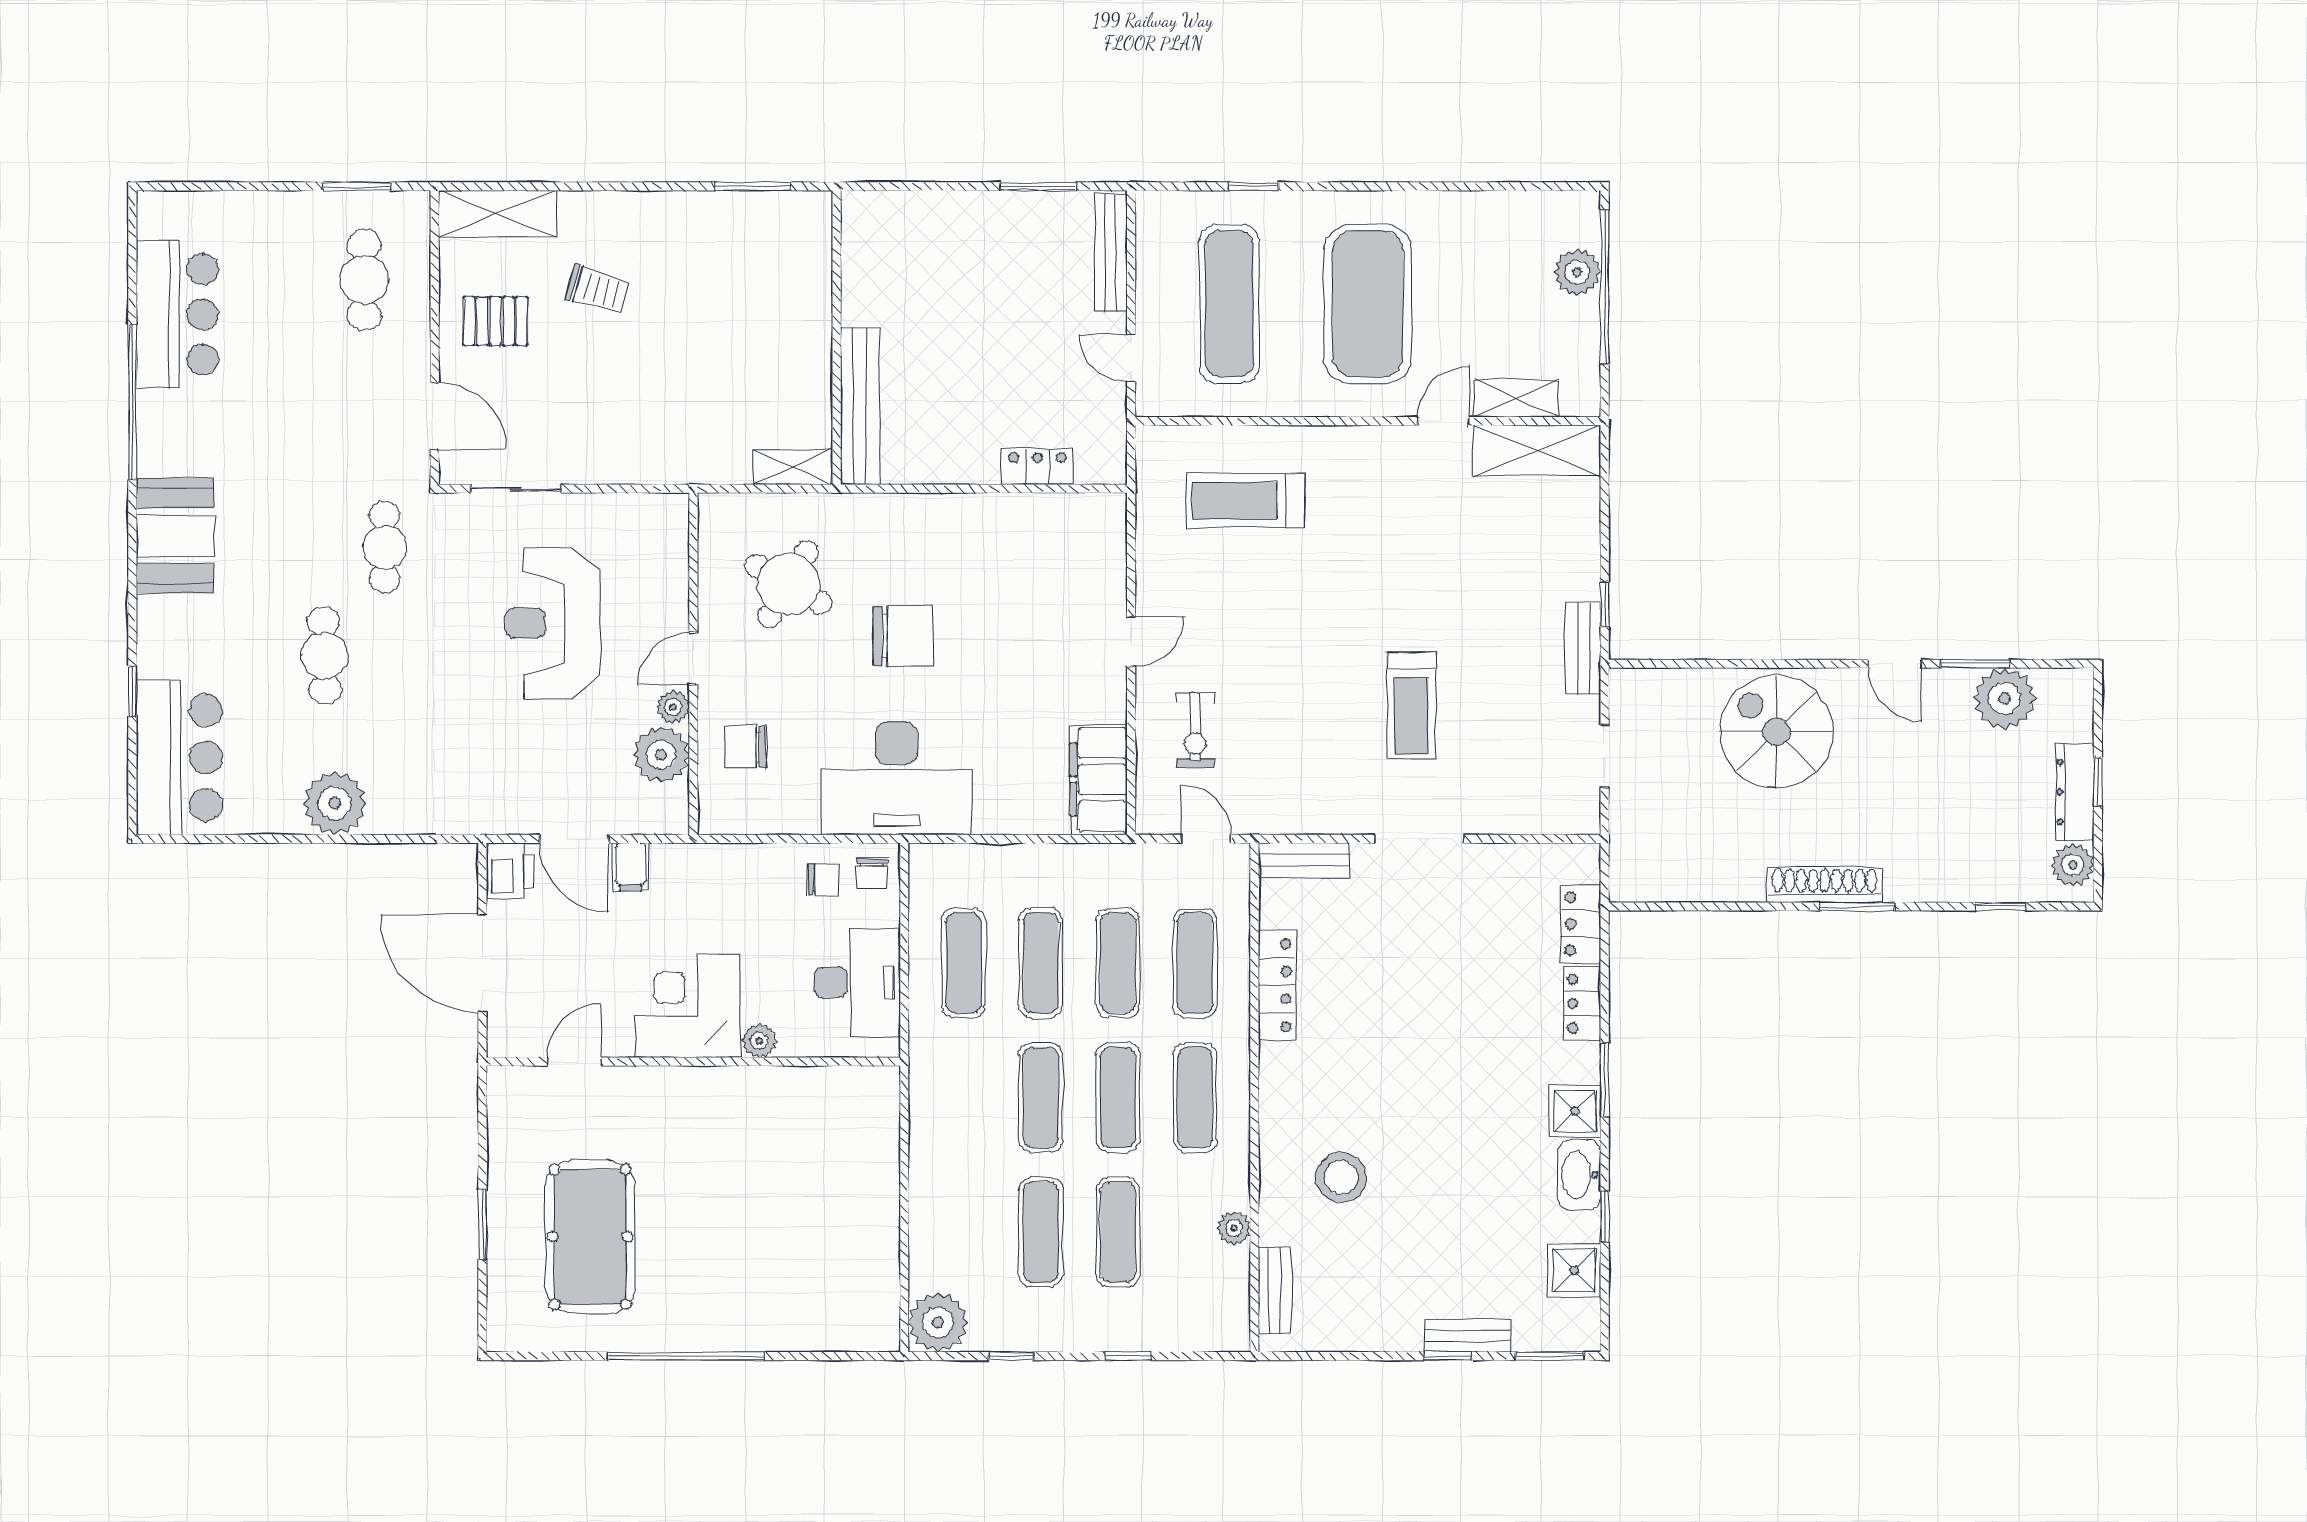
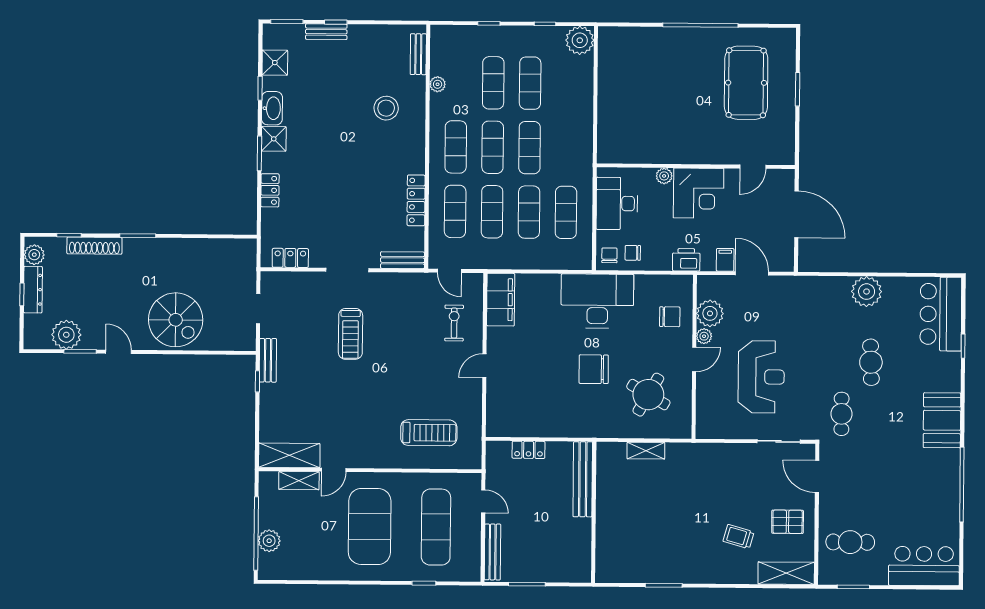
cafe table: (364, 280) -> (850, 542), turned 90
bar counter: (177, 314) -> (924, 566), moved, turned 90
wall: (837, 337) -> (594, 512), moved
bench: (860, 406) -> (583, 479), moved
treadmill: (1411, 705) -> (350, 334), turned 180
printer: (510, 871) -> (686, 260), moved, turned 90
shoe rack: (1825, 885) -> (94, 246), moved
locker: (1581, 924) -> (290, 258), moved, turned -90

